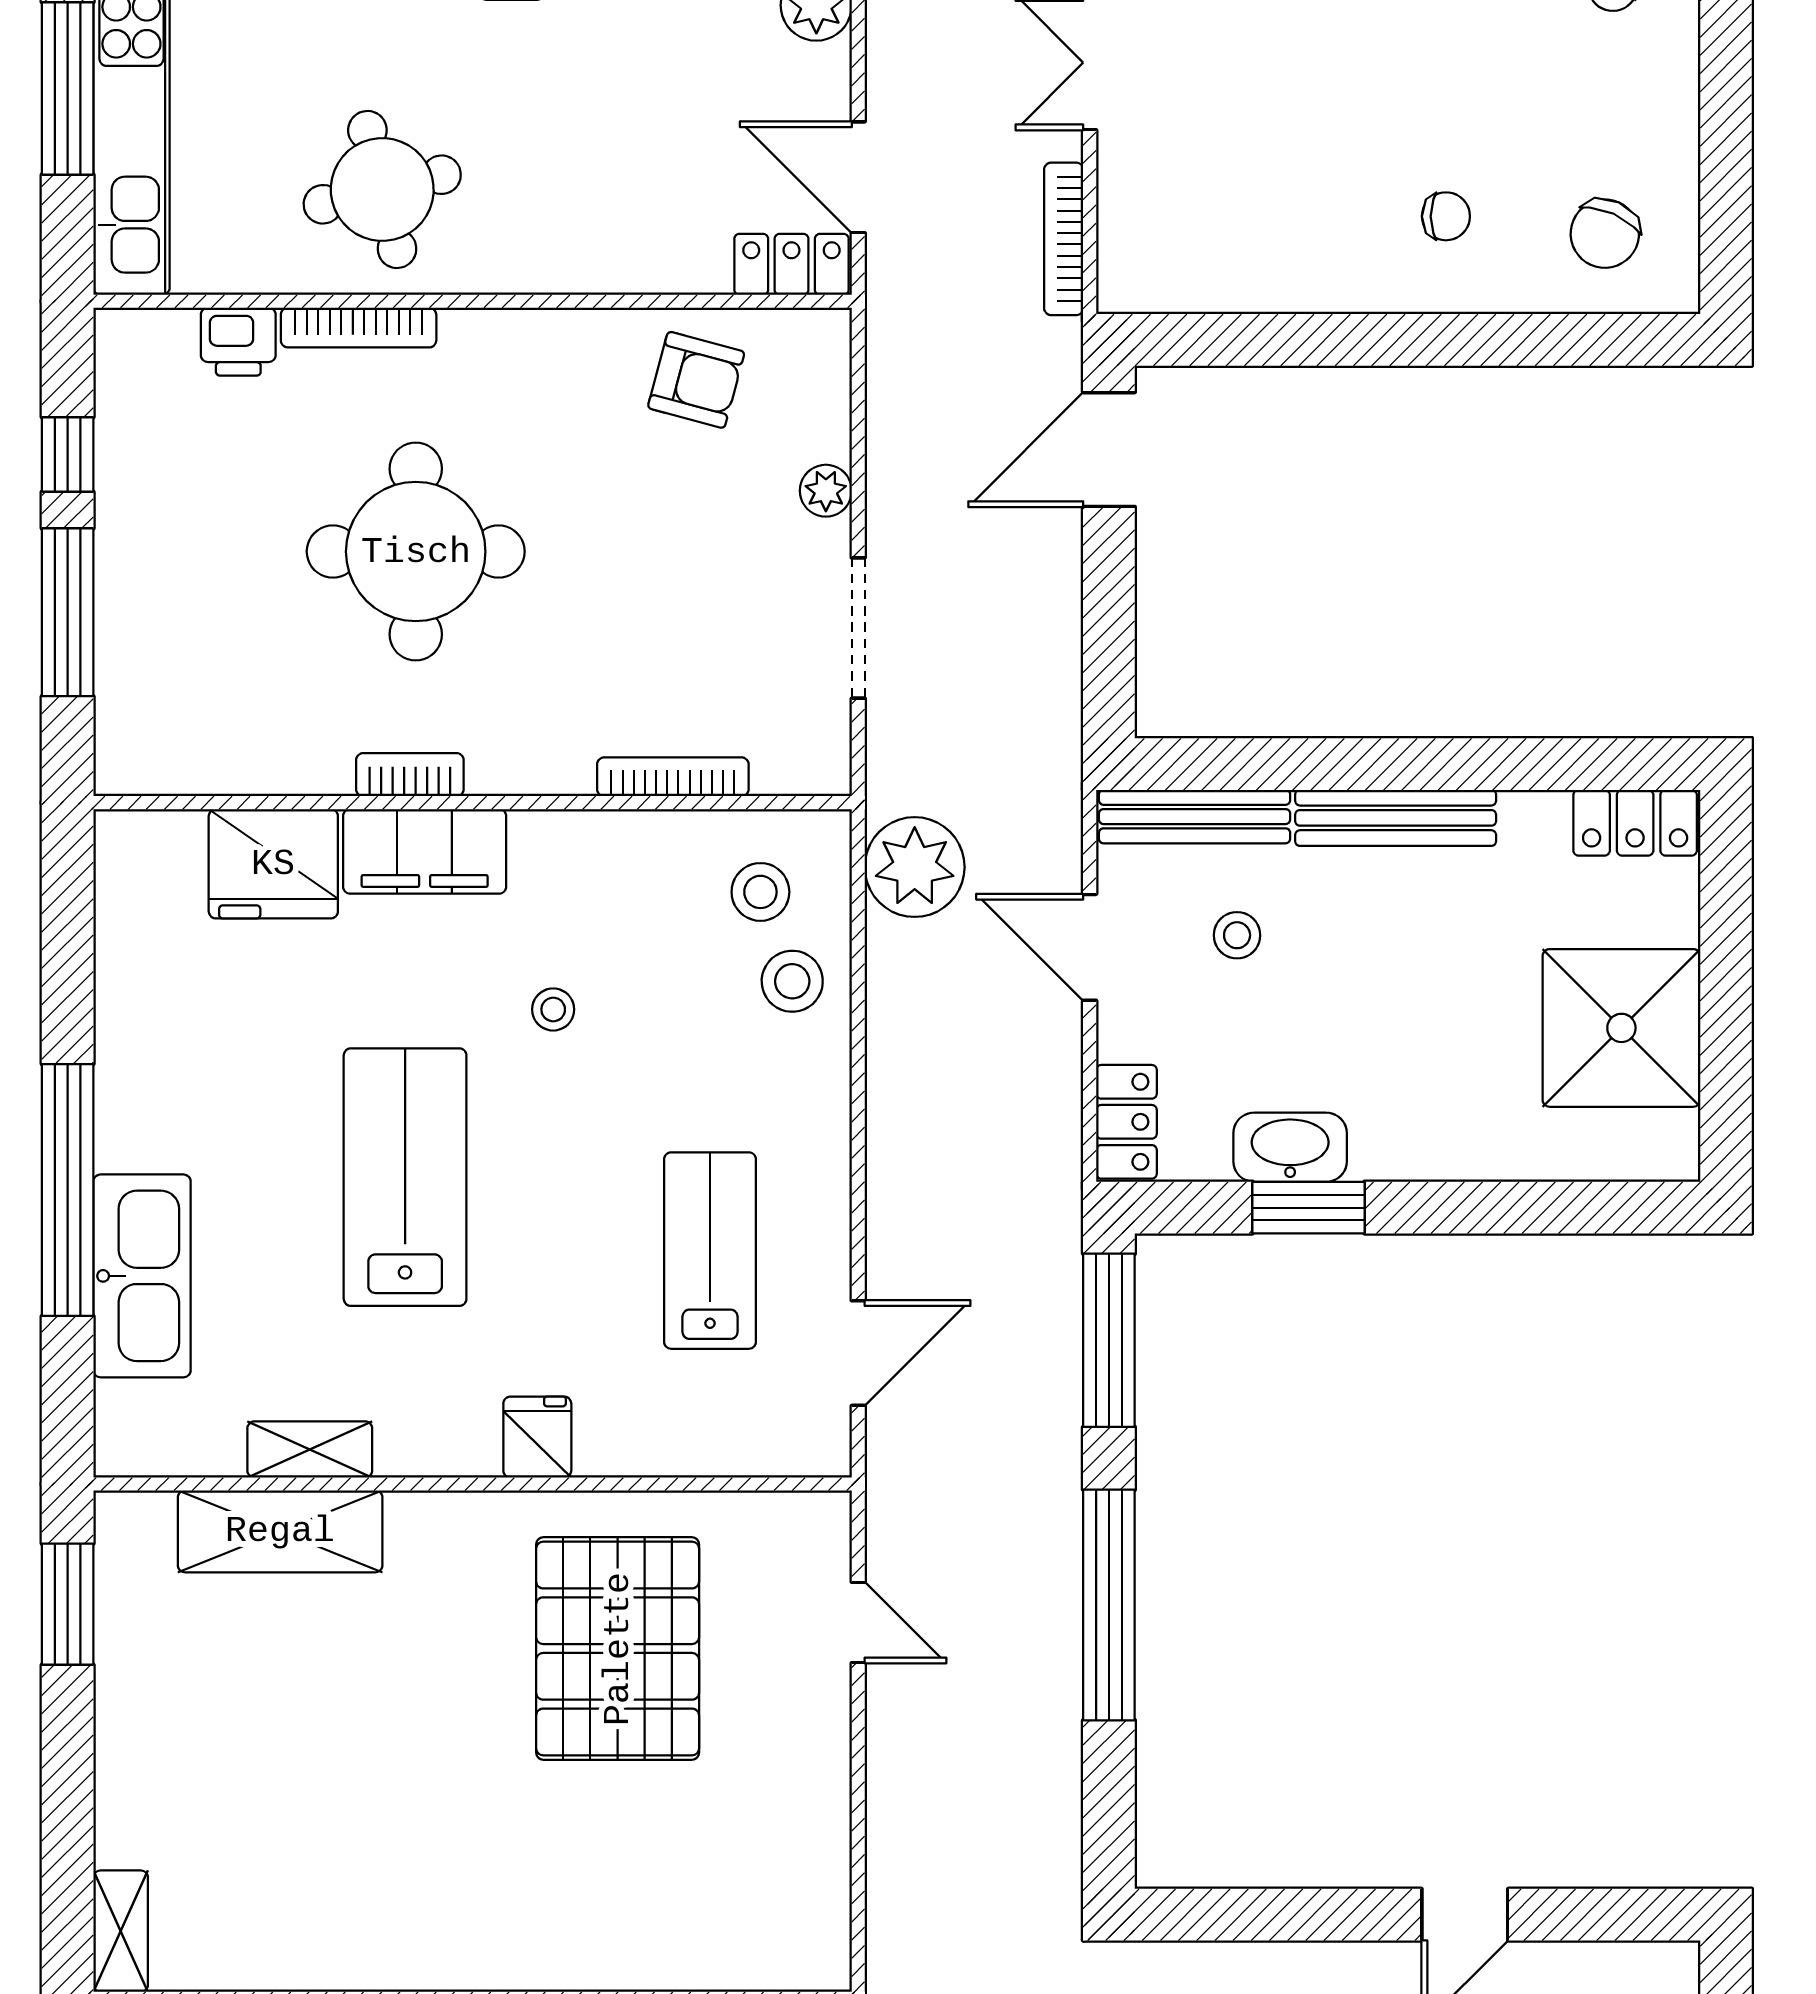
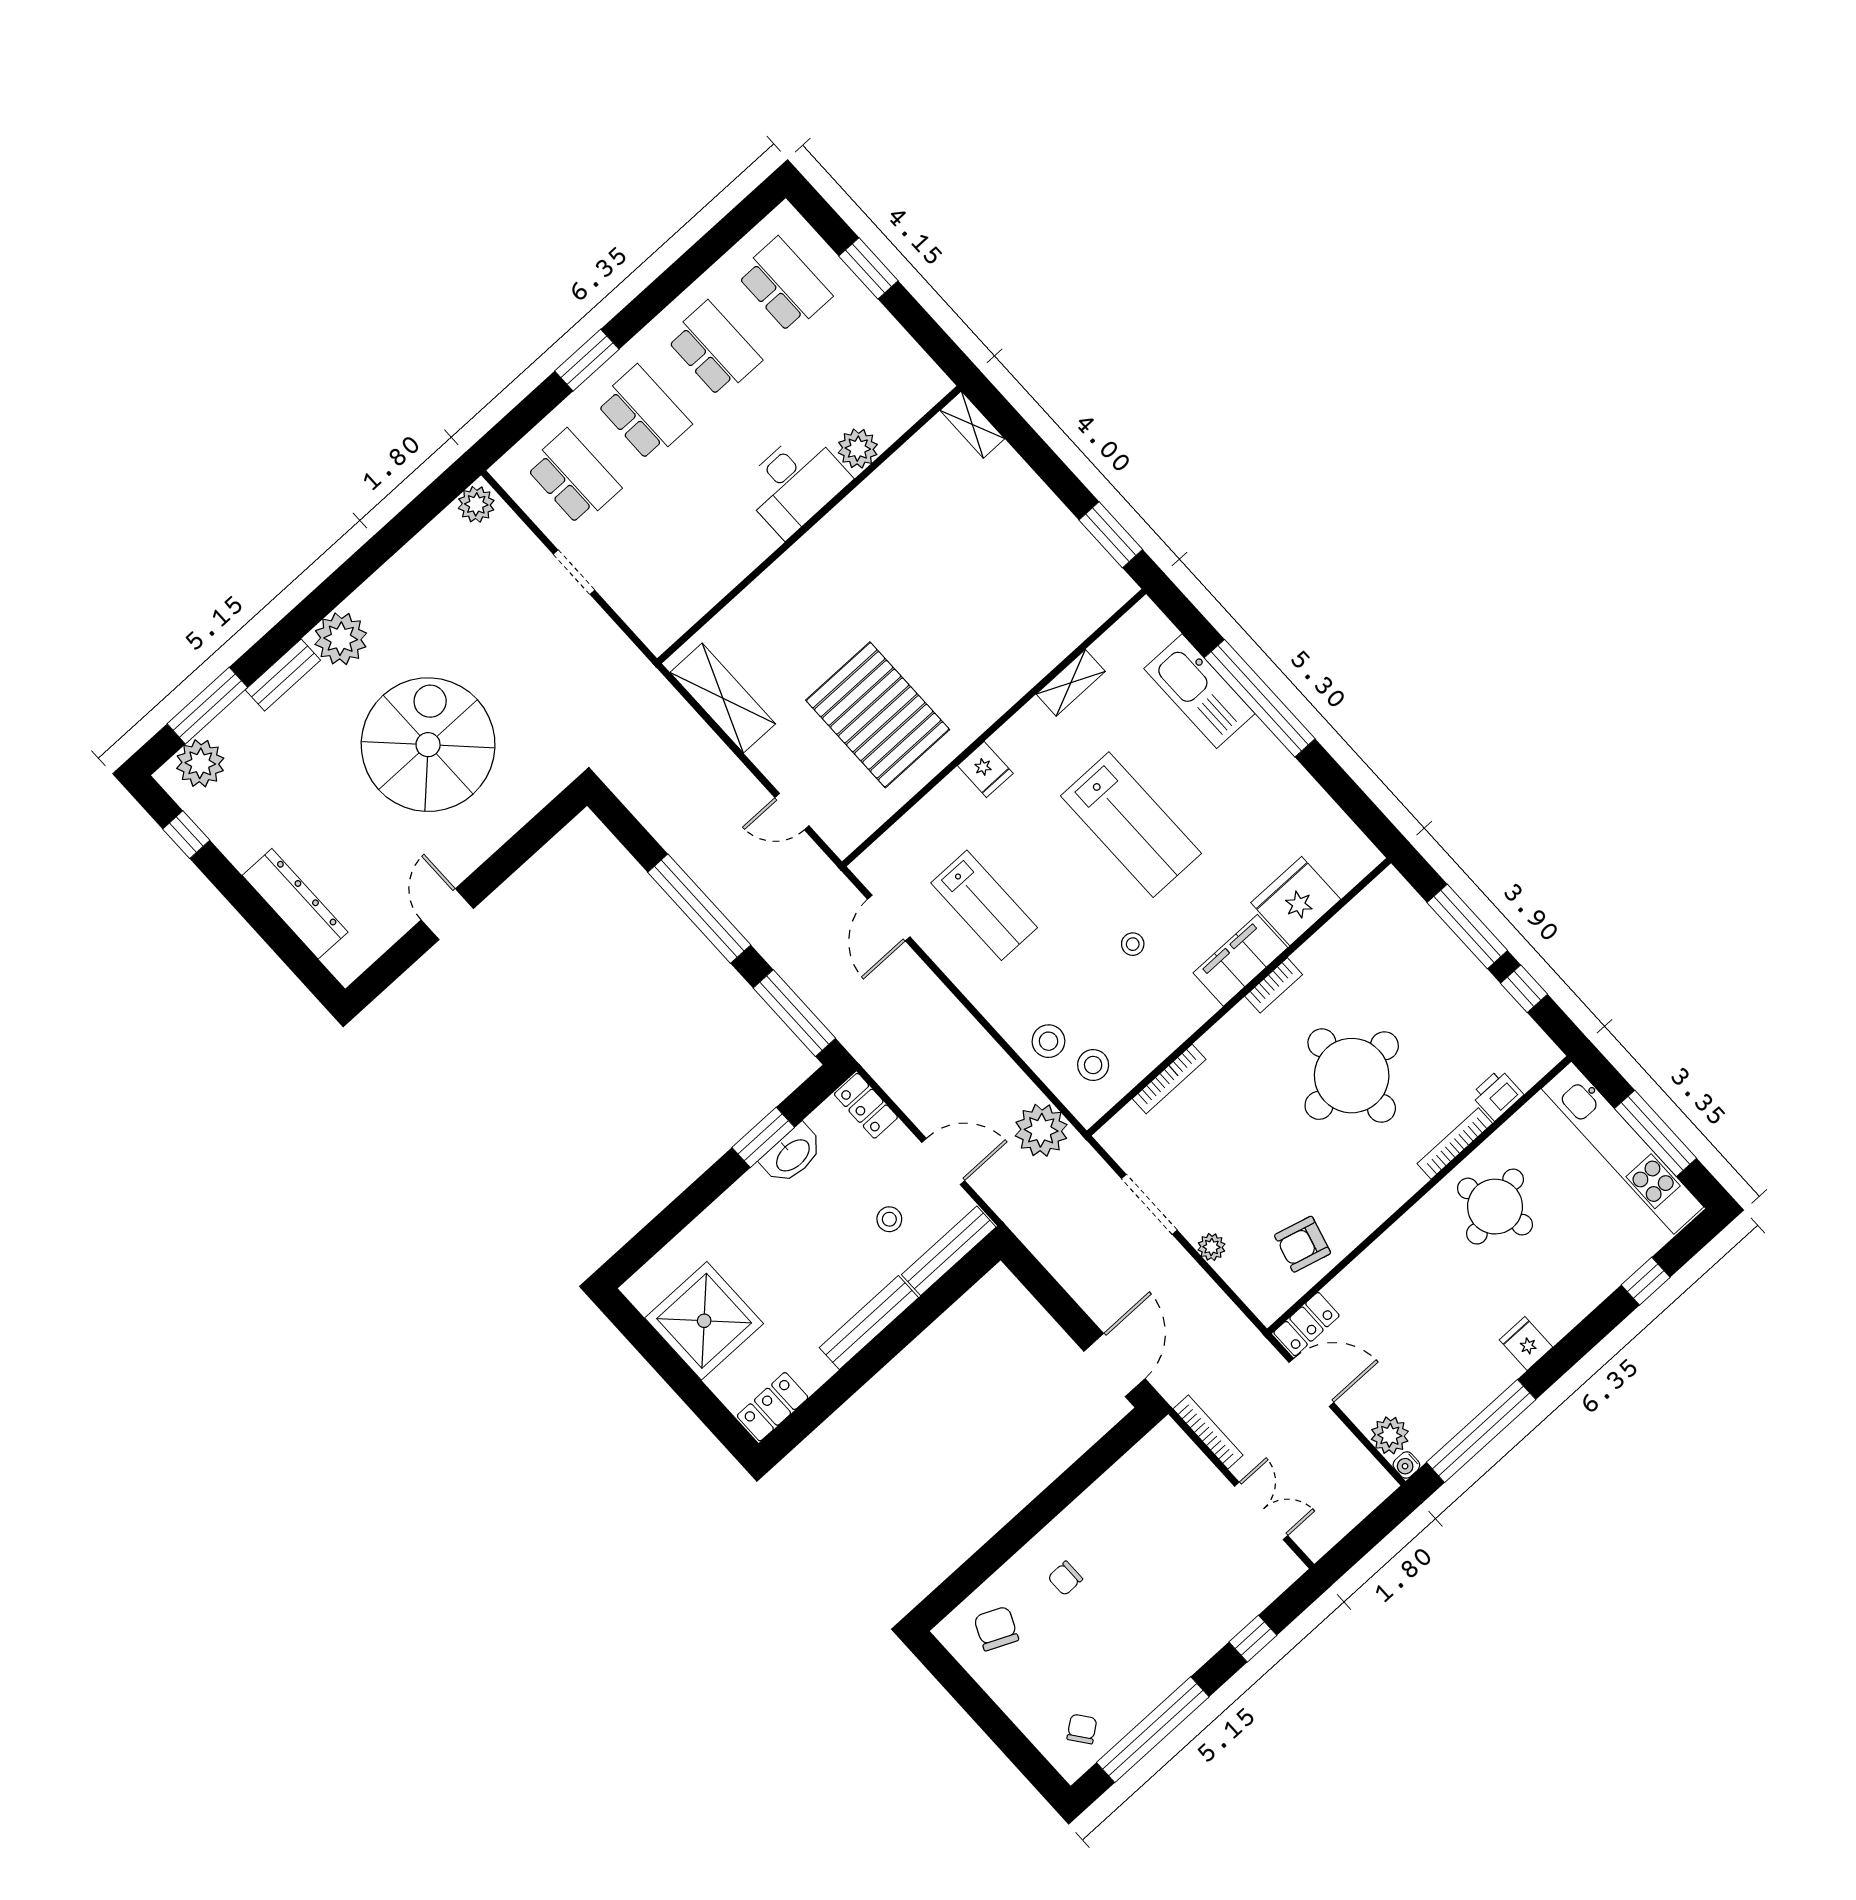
shelving: (280, 1531) -> (723, 698), moved, turned 90

